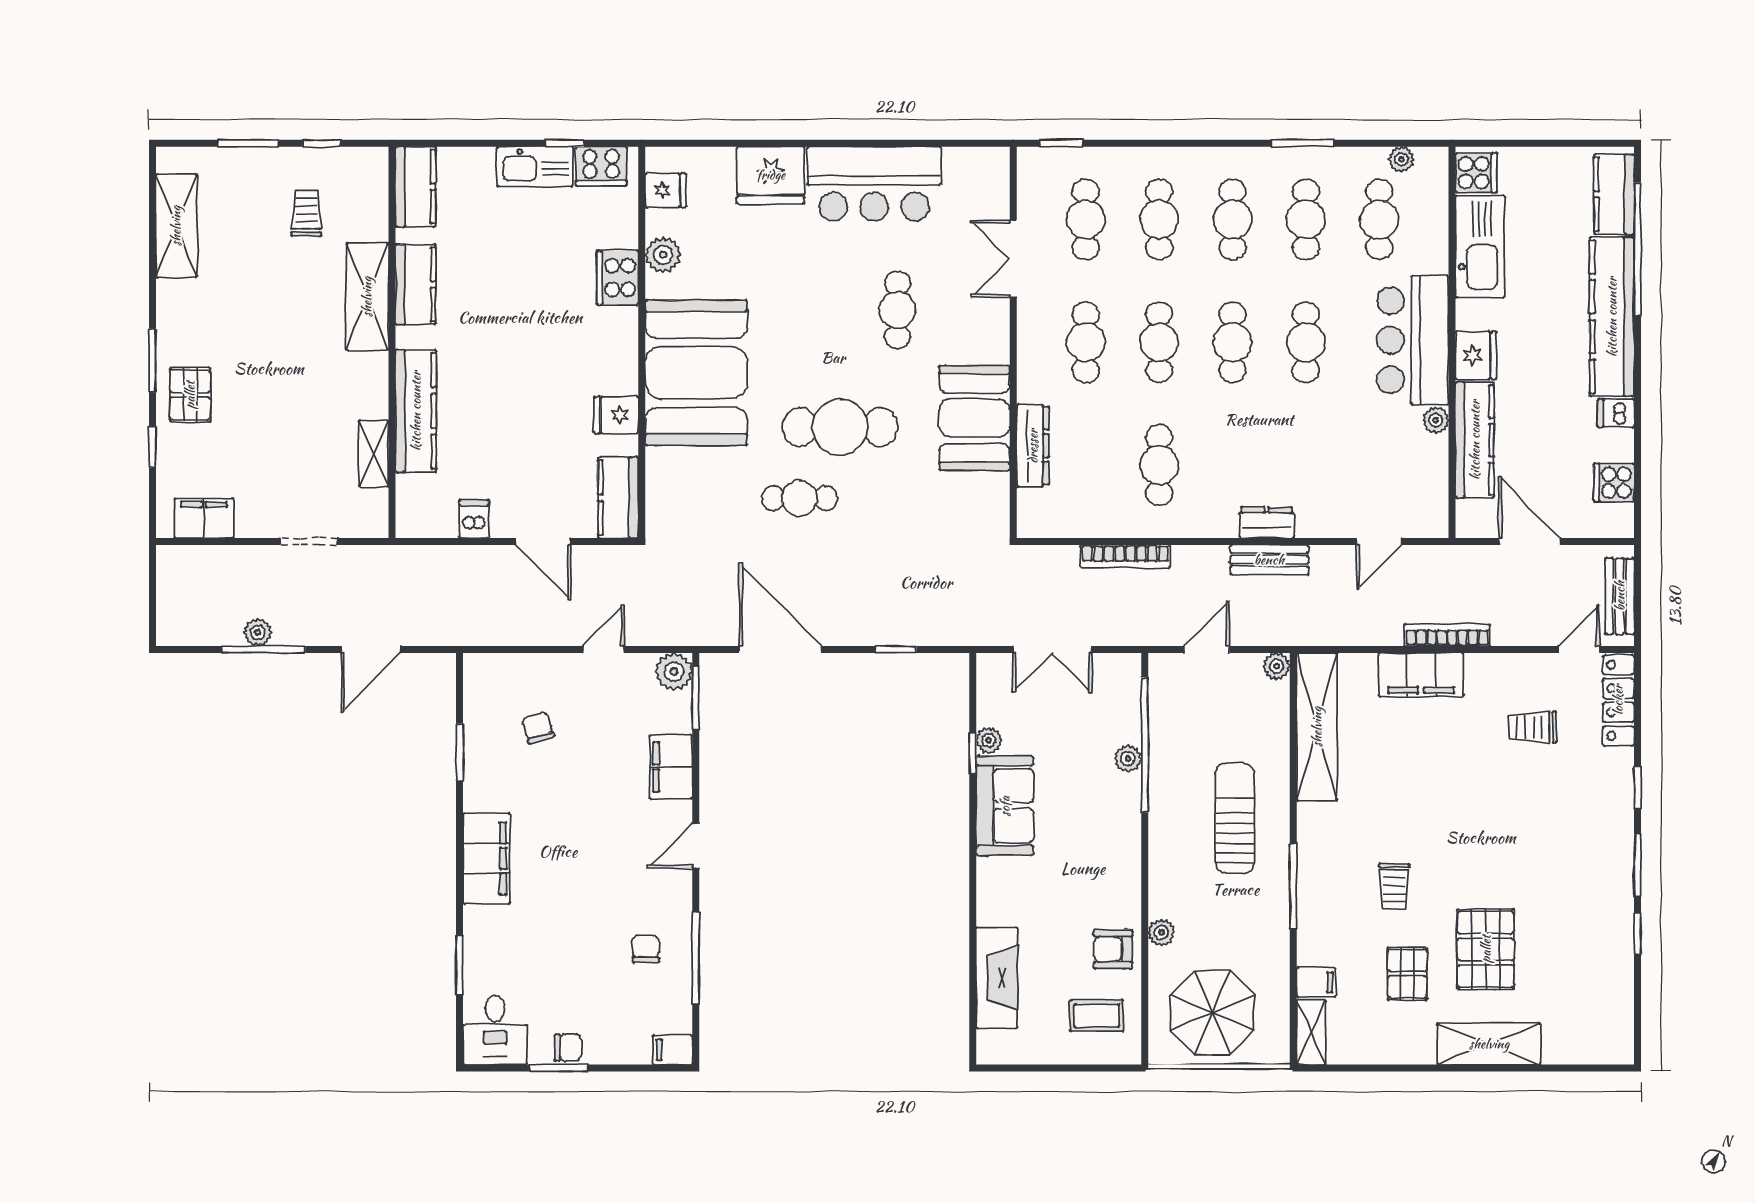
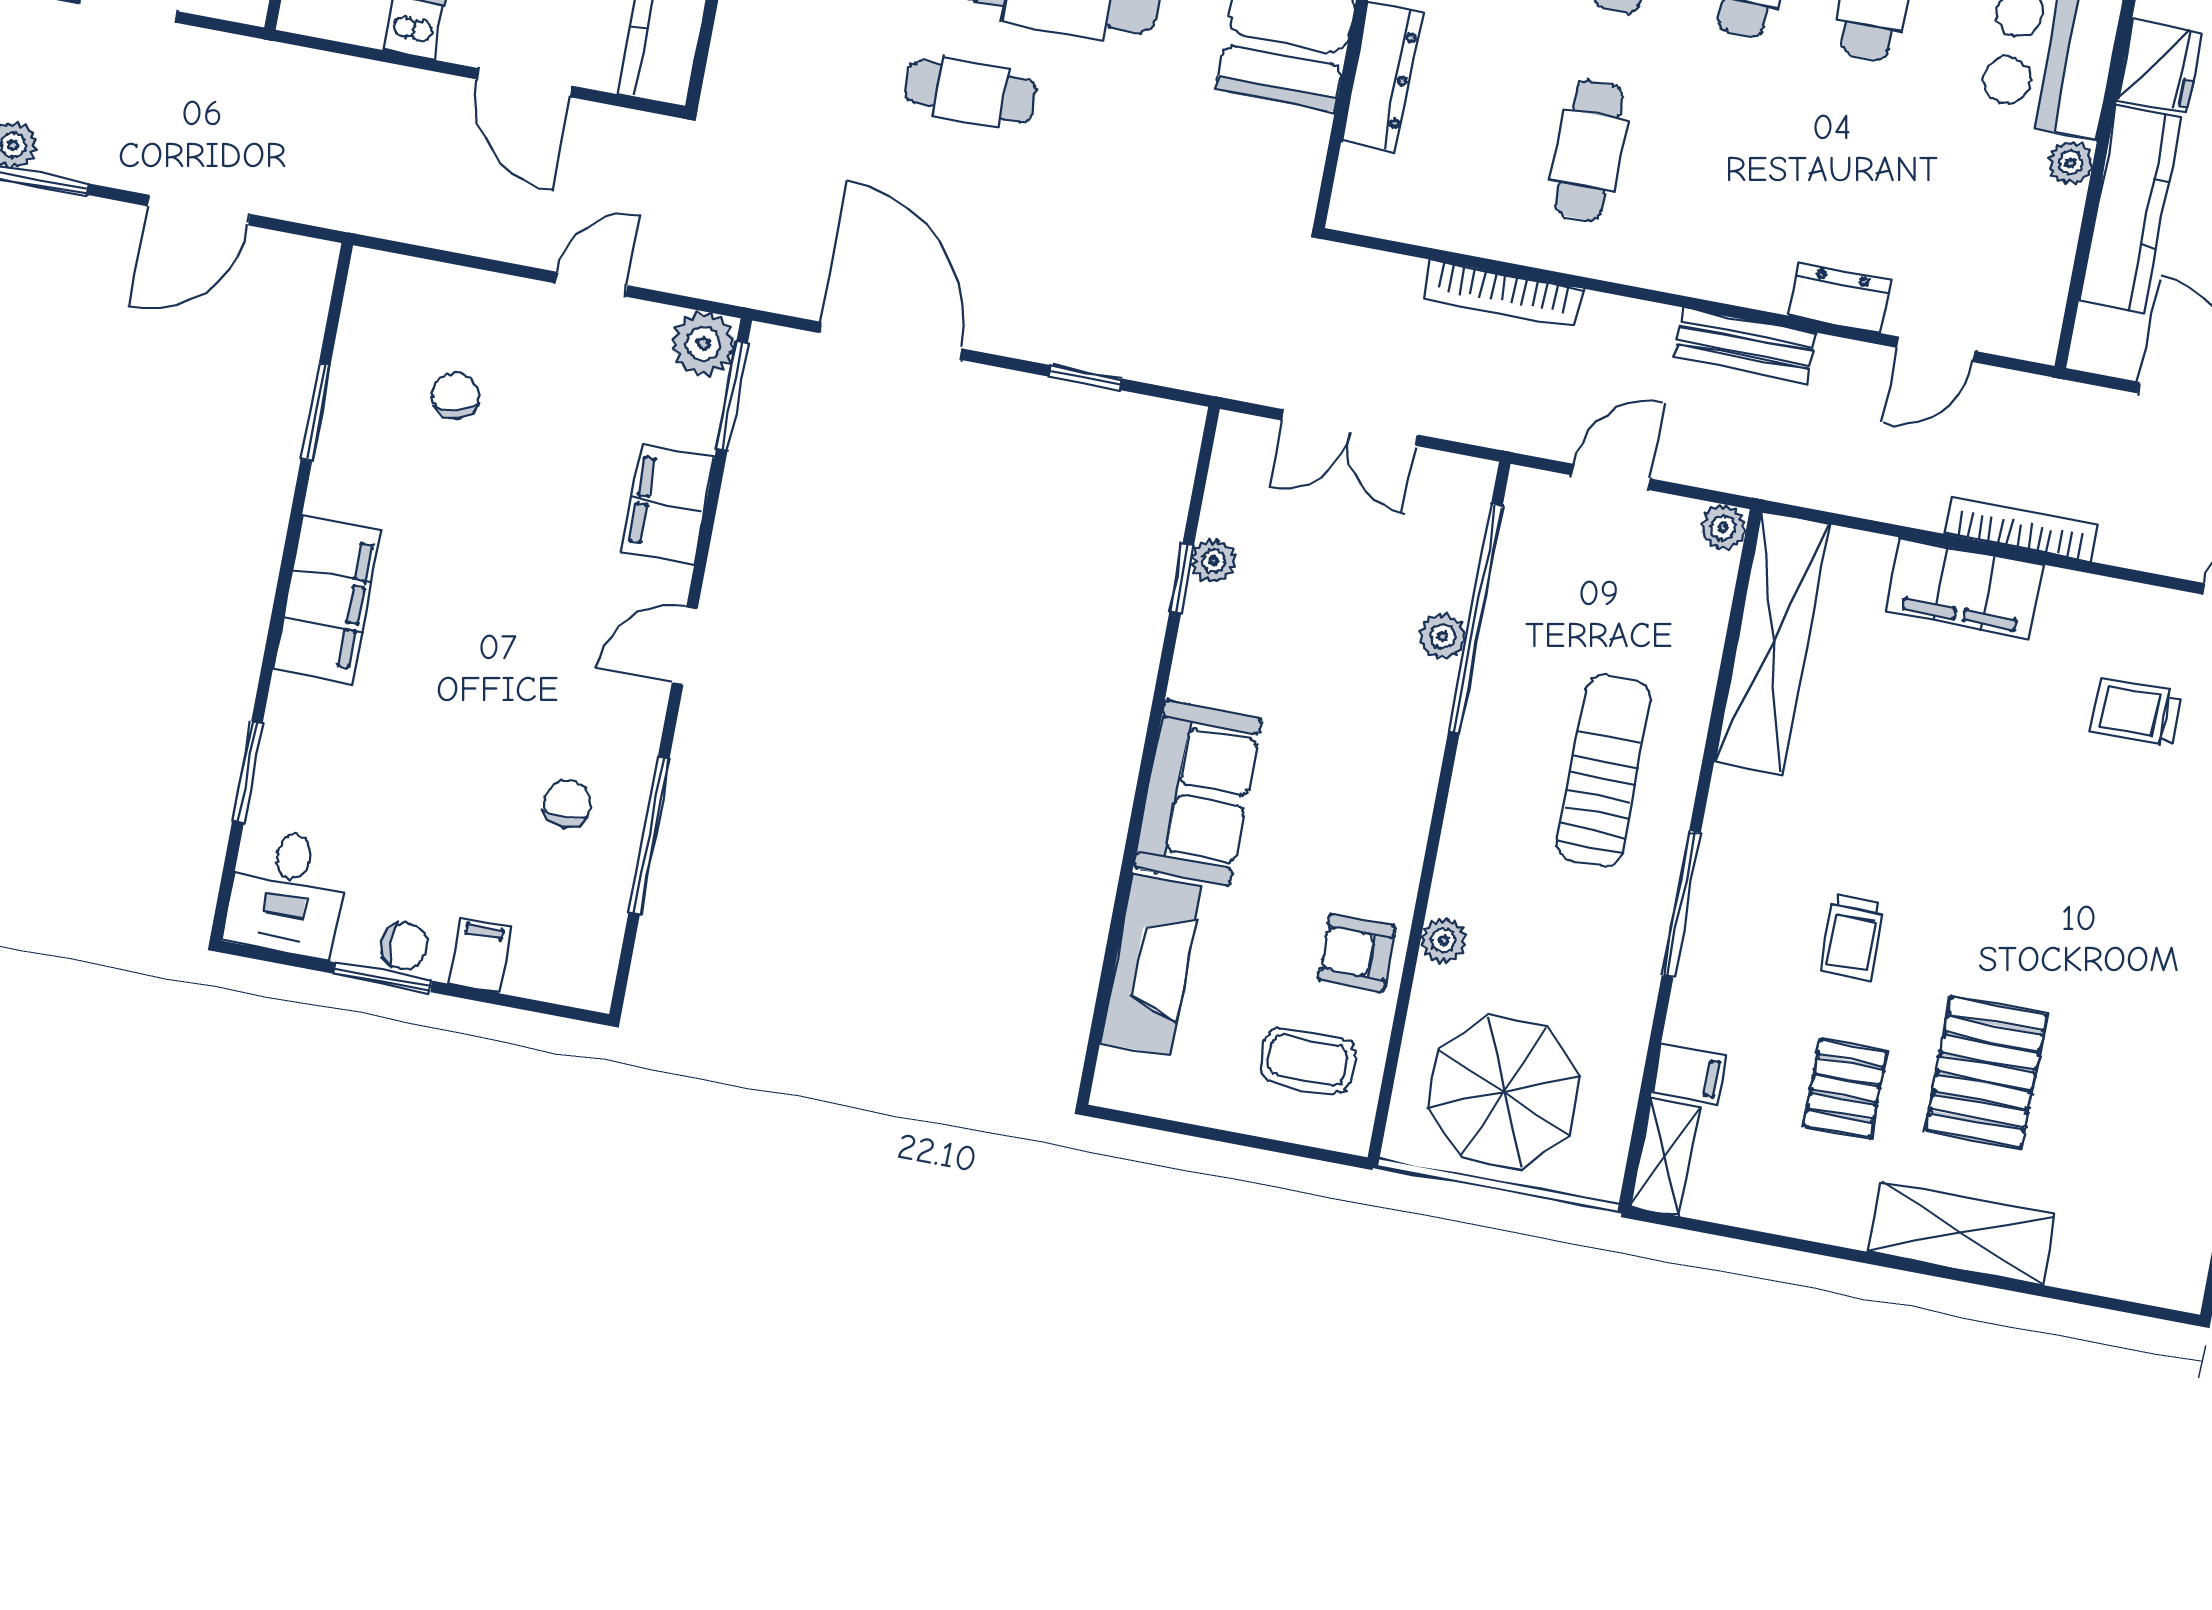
dresser: (1267, 523) -> (1839, 298), moved
sofa: (1005, 806) -> (1198, 793), moved
filing cabinet: (673, 1050) -> (480, 955), moved, turned 90

